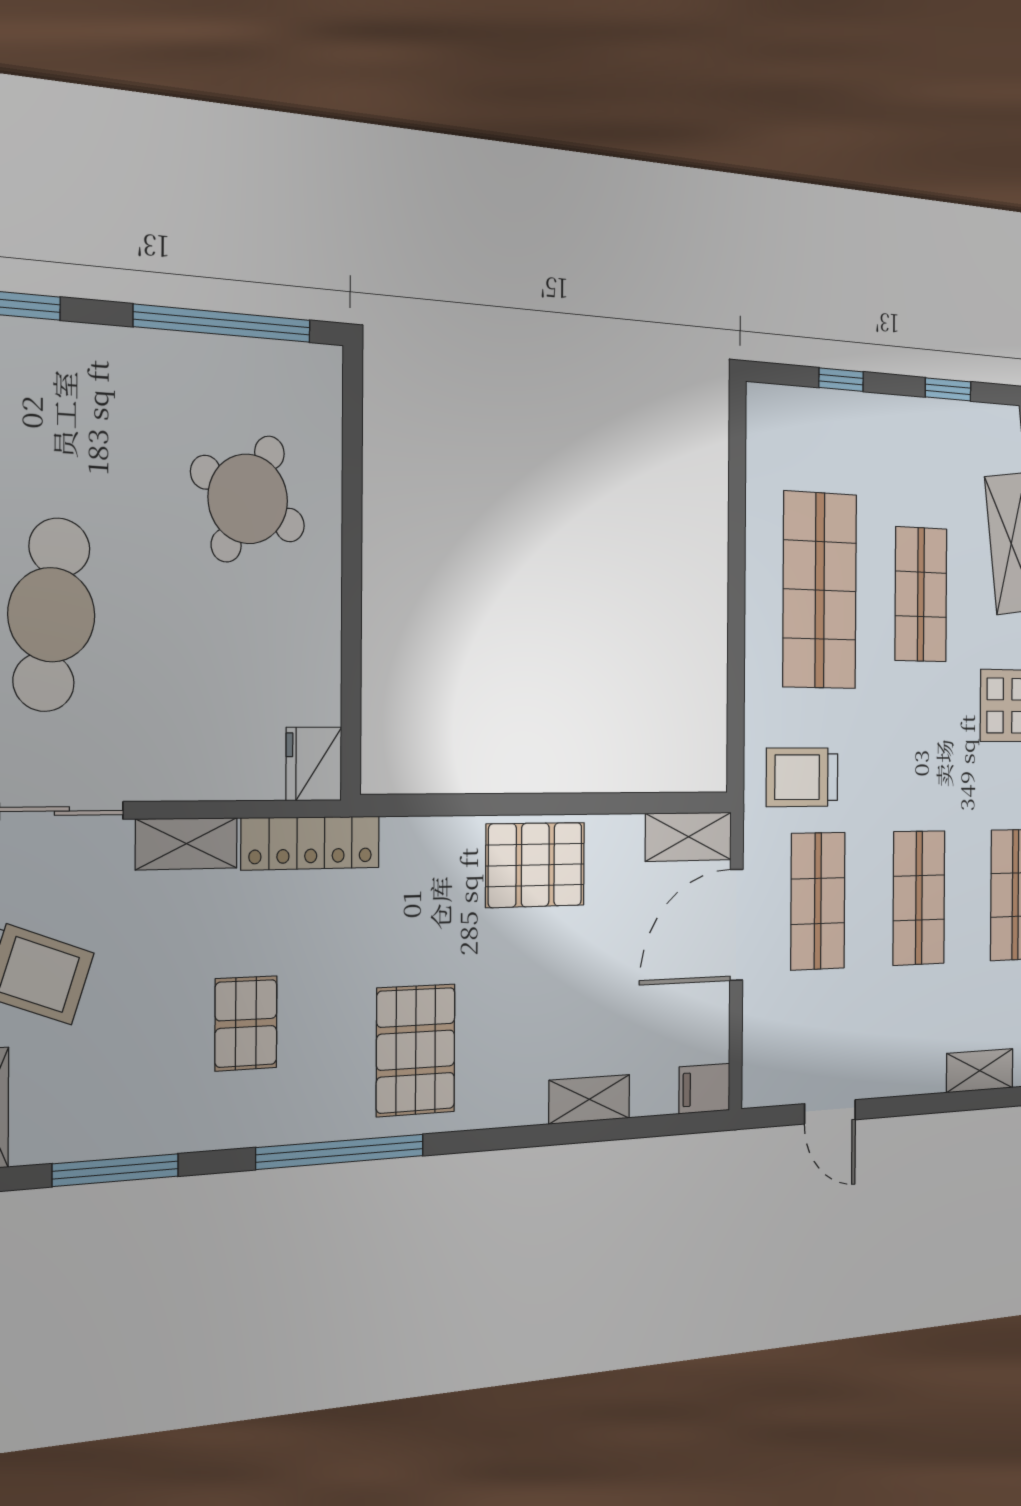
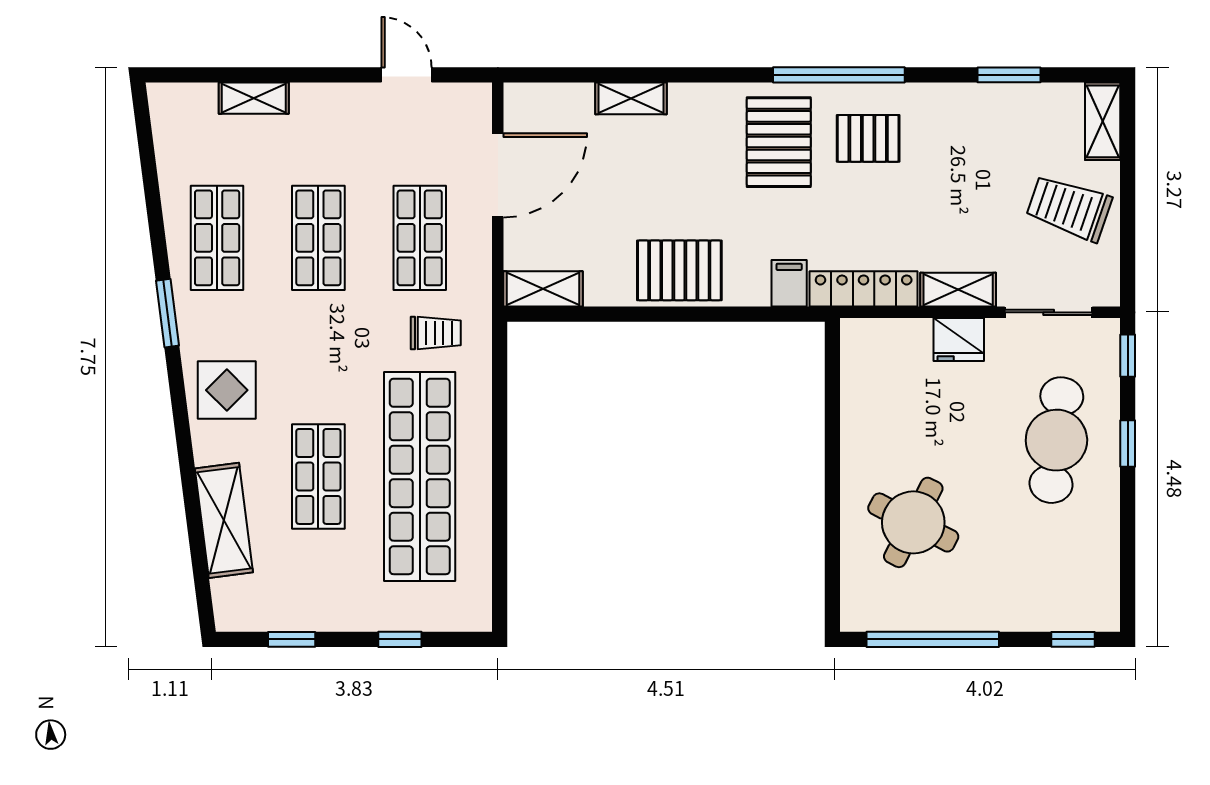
shop shelf: (820, 590) -> (420, 476), width x1.40
fridge: (314, 764) -> (959, 340), moved, turned 90
trolley: (802, 777) -> (436, 333), width x0.73, depth x0.72
door: (736, 925) -> (498, 175), moved
pallet: (246, 1023) -> (868, 138), moved, turned 90
filing cabinet: (704, 1089) -> (789, 283), moved, turned -90
window: (116, 1170) -> (1009, 75), width x0.69

